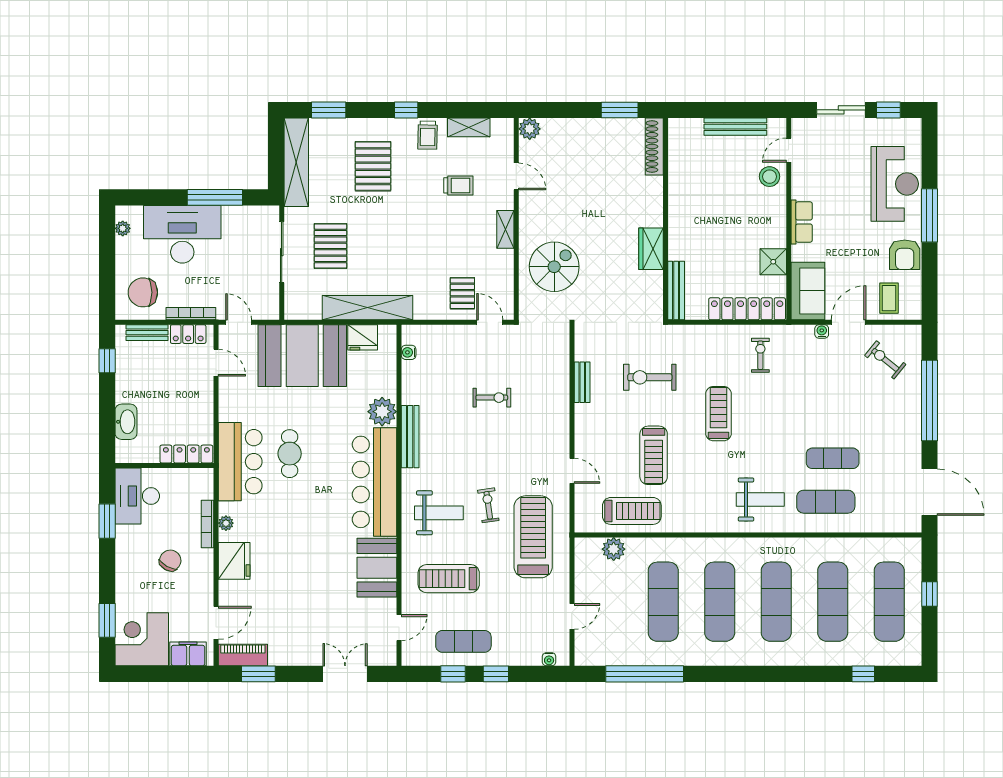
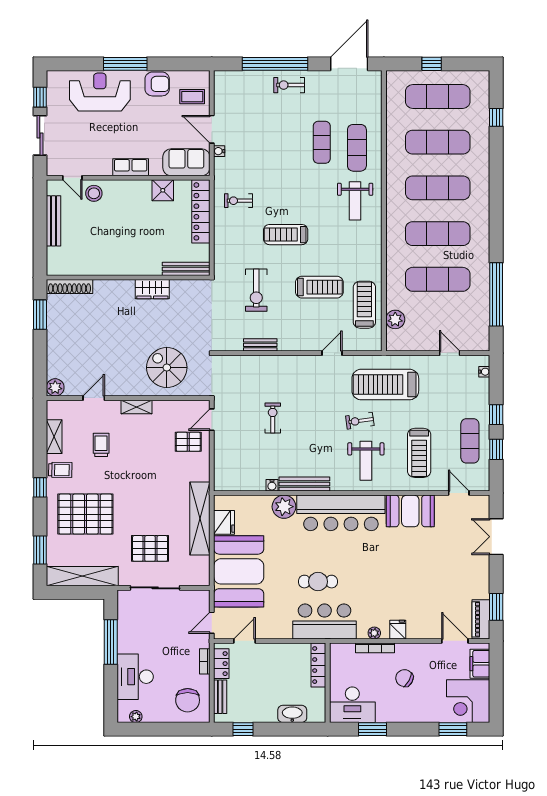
pallet: (373, 166) -> (85, 514), width x1.37, depth x1.41
desk: (182, 234) -> (135, 677), width x0.73, depth x0.77
bookcase: (191, 314) -> (205, 661), width x0.64
water cooler: (409, 352) -> (272, 485), moved
exercise bike: (885, 360) -> (289, 85), moved, turned 51
weight bench: (760, 500) -> (355, 201), turned 180
weight bench: (439, 513) -> (366, 461), turned 180
fridge: (234, 561) -> (398, 630), width x0.53, depth x0.75

